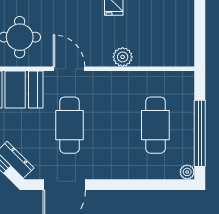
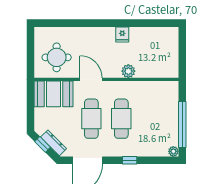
cafe table: (155, 125) -> (121, 119), moved
window: (124, 185) -> (130, 160), added

